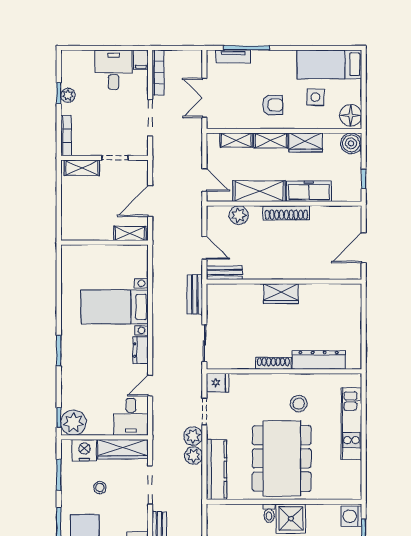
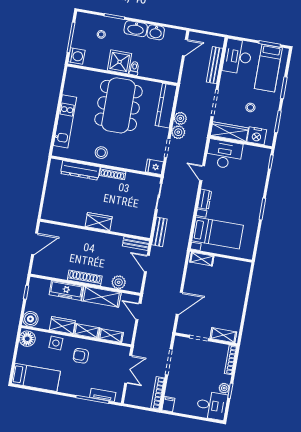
desk: (114, 70) -> (212, 406), moved, turned -90
side table: (315, 97) -> (56, 343), moved
shelving: (130, 233) -> (202, 259), moved
wall: (104, 243) -> (221, 256), moved
door: (150, 386) -> (202, 173), swing flipped
stool: (299, 404) -> (101, 153), moved
desk: (131, 417) -> (224, 154), width x1.37
plant: (73, 423) -> (261, 157), removed

